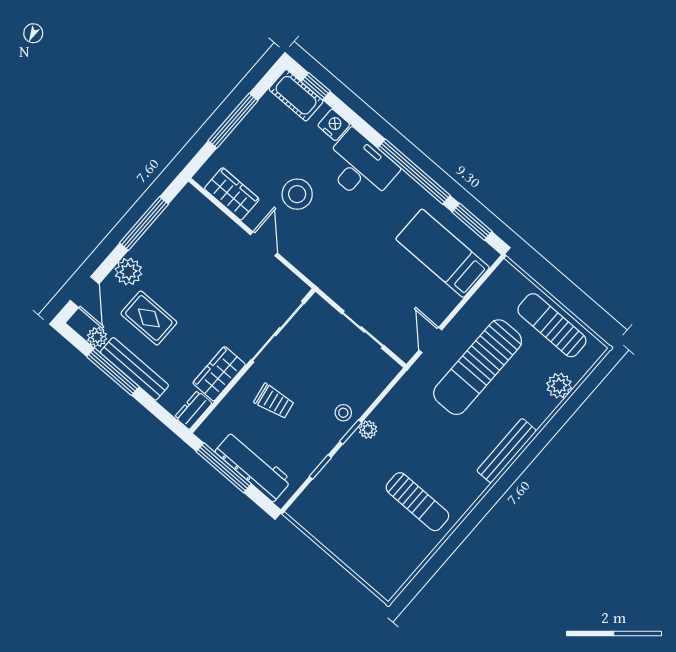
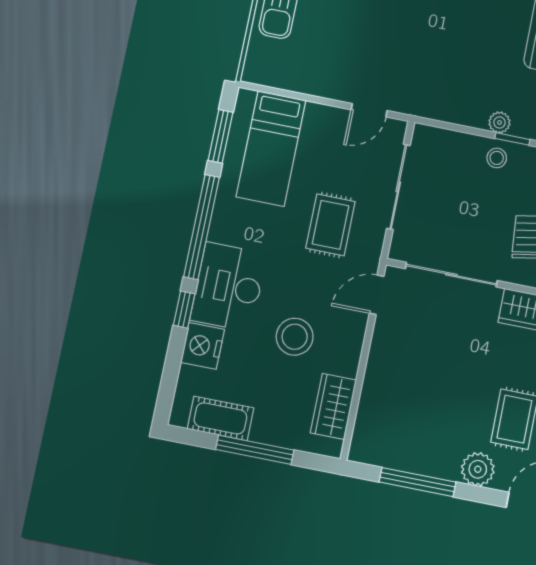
window: (316, 86) -> (184, 310), moved
cot: (296, 95) -> (220, 418), moved, turned 90
nightstand: (334, 125) -> (202, 346), width x1.36, depth x1.33
door: (264, 244) -> (377, 295), moved
rug: (363, 265) -> (330, 225), added
sliding door: (363, 329) -> (398, 187), width x1.37
sun lounger: (478, 367) -> (370, 45), removed

